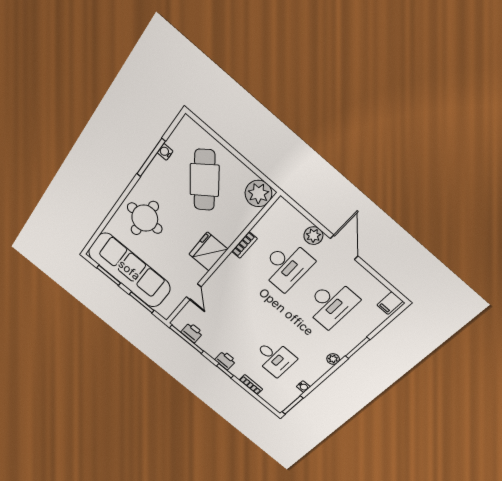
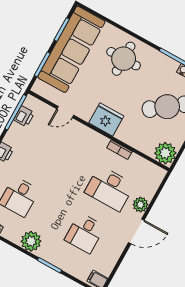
desk: (331, 304) -> (85, 233), width x0.73
plant: (333, 359) -> (31, 241), width x1.87, depth x1.87

